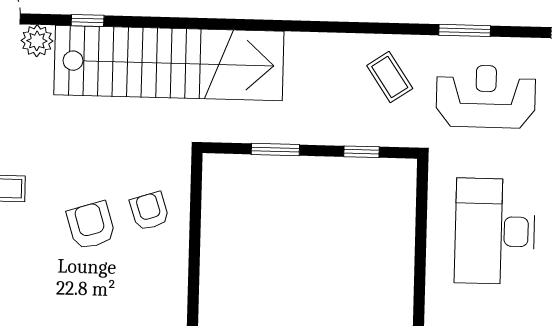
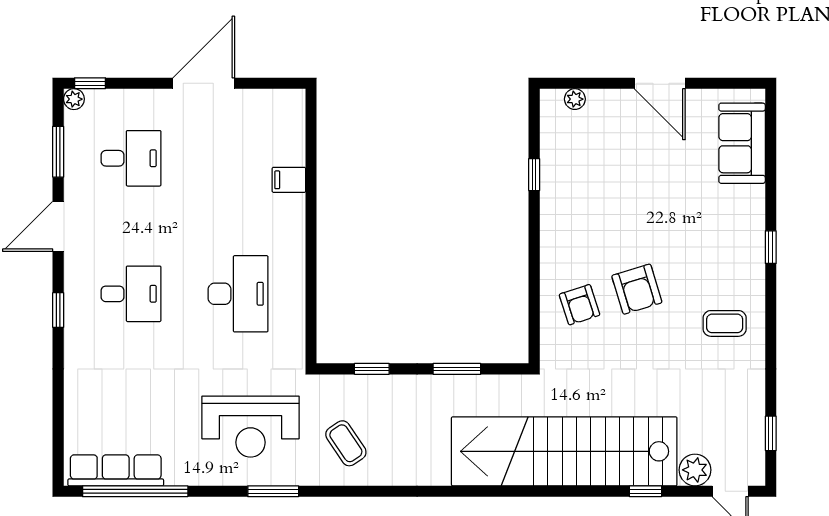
desk: (495, 231) -> (238, 294), width x0.73, depth x0.77

